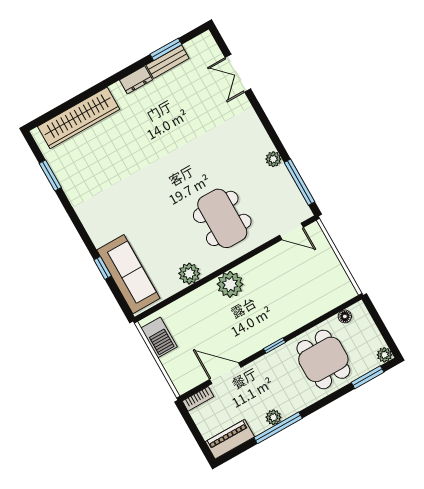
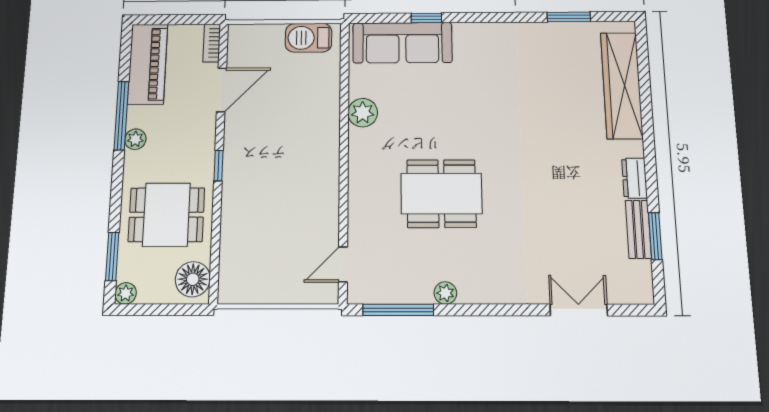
dining table: (222, 218) -> (441, 194), moved
plant: (230, 284) -> (322, 153), removed
floor lamp: (345, 316) -> (193, 279), width x1.89, depth x1.89
plant: (273, 417) -> (135, 139), moved
piano: (230, 439) -> (148, 64), width x1.37, depth x1.33

